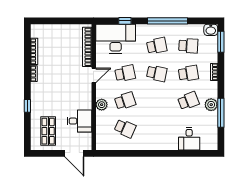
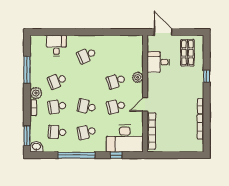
plant: (211, 105) -> (36, 93), moved
school desk: (125, 128) -> (87, 55), moved, turned -48

